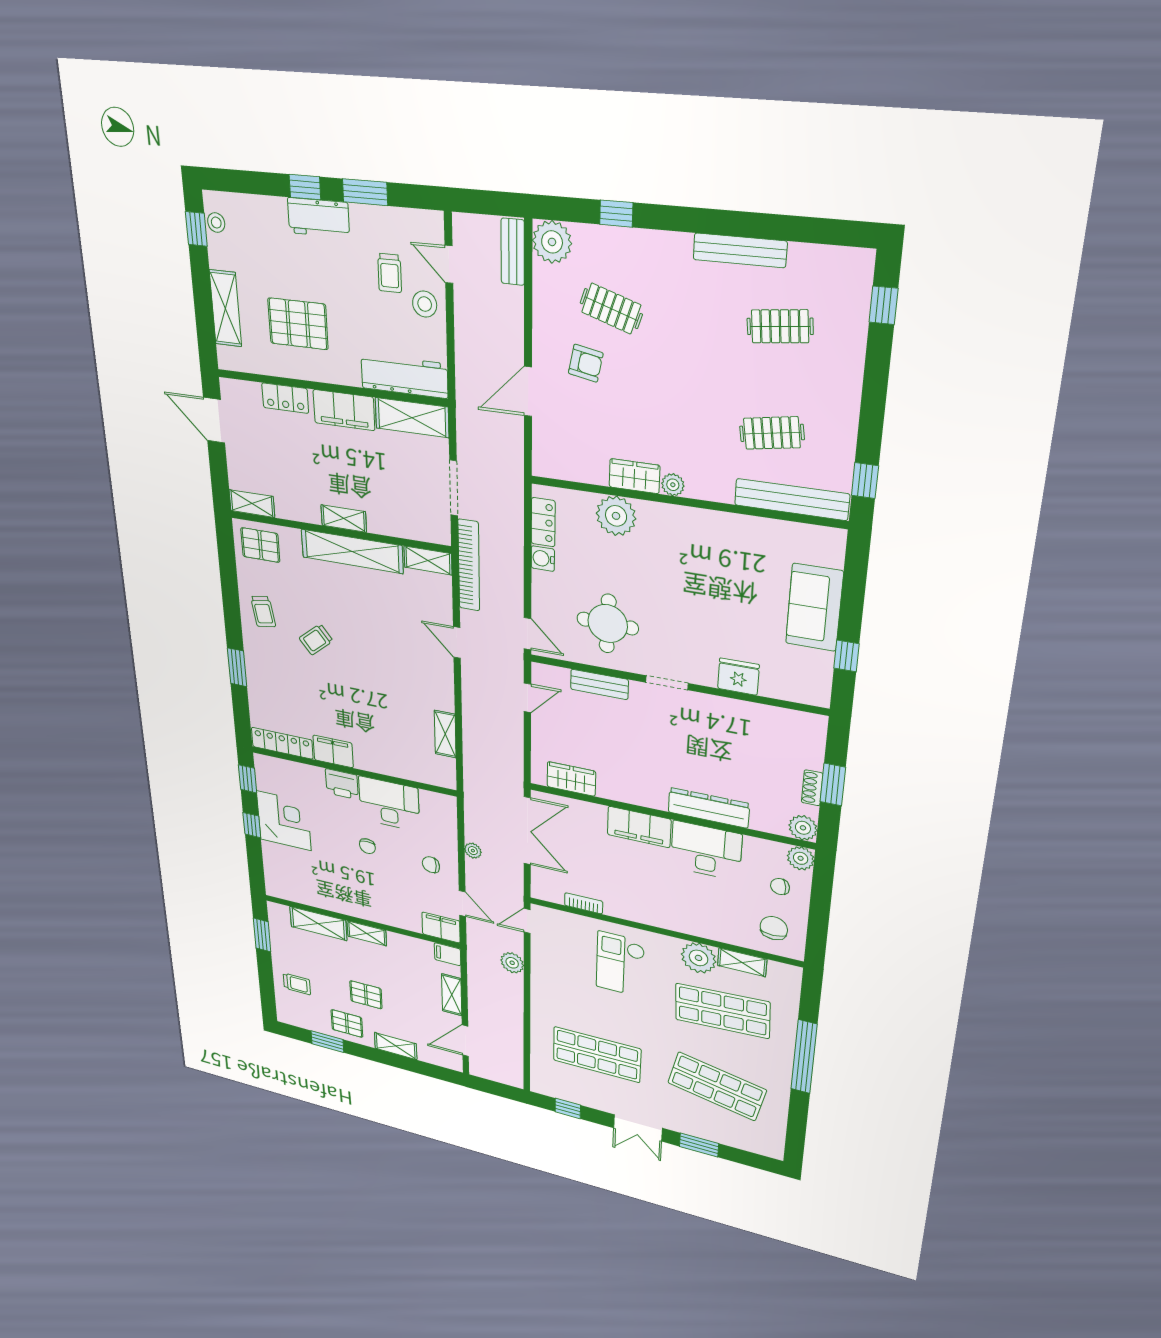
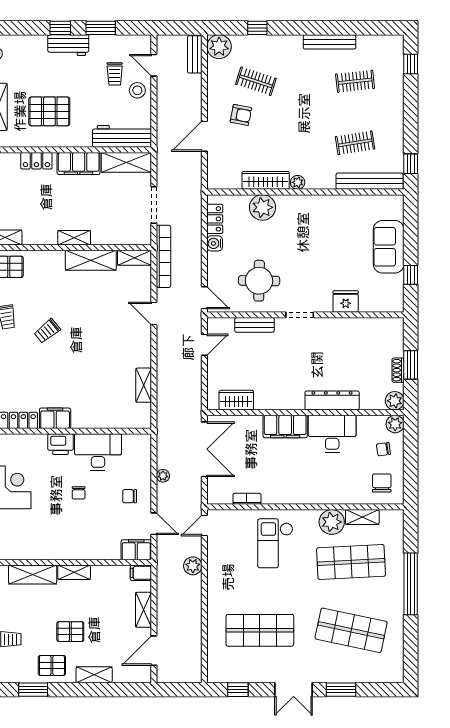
wardrobe: (634, 476) -> (266, 180), width x1.50
shelving: (352, 551) -> (91, 260), width x0.68

